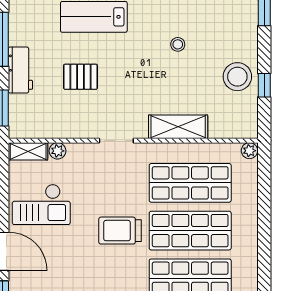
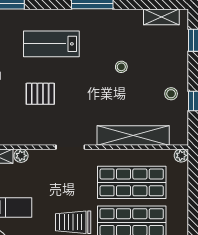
stool: (237, 77) -> (171, 94), width x0.53, depth x0.53
shelving: (178, 127) -> (133, 135), width x1.47

